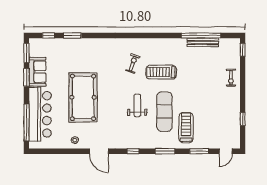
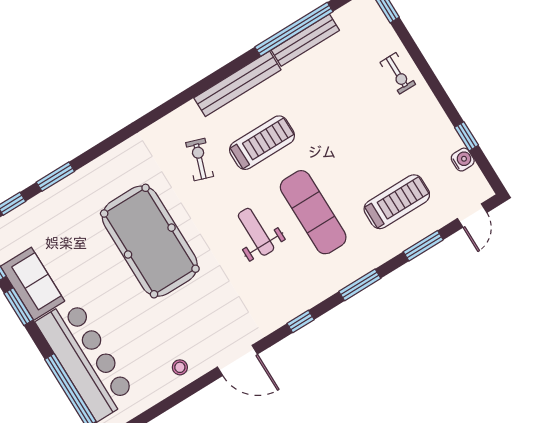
bench: (166, 43) -> (237, 84), added
treadmill: (161, 72) -> (262, 143), turned 180
pool table: (83, 97) -> (150, 241), moved
water cooler: (235, 127) -> (463, 160), added
treadmill: (186, 128) -> (397, 202), moved, turned 90

